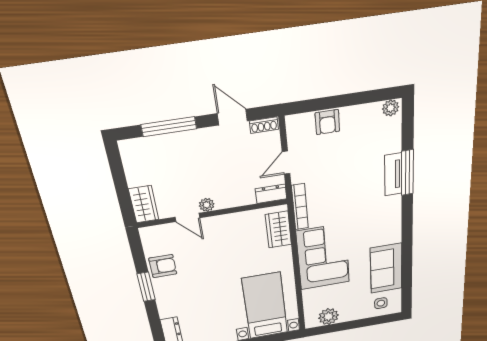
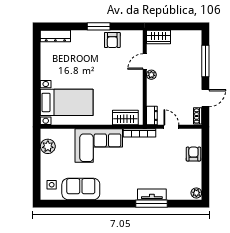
armchair: (327, 122) -> (193, 154), turned 90

